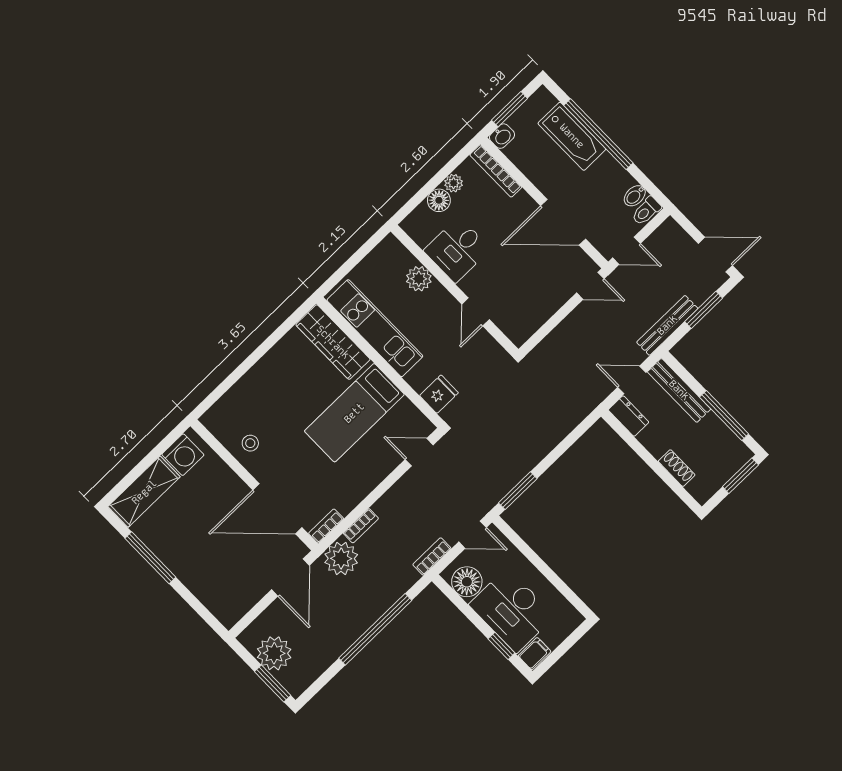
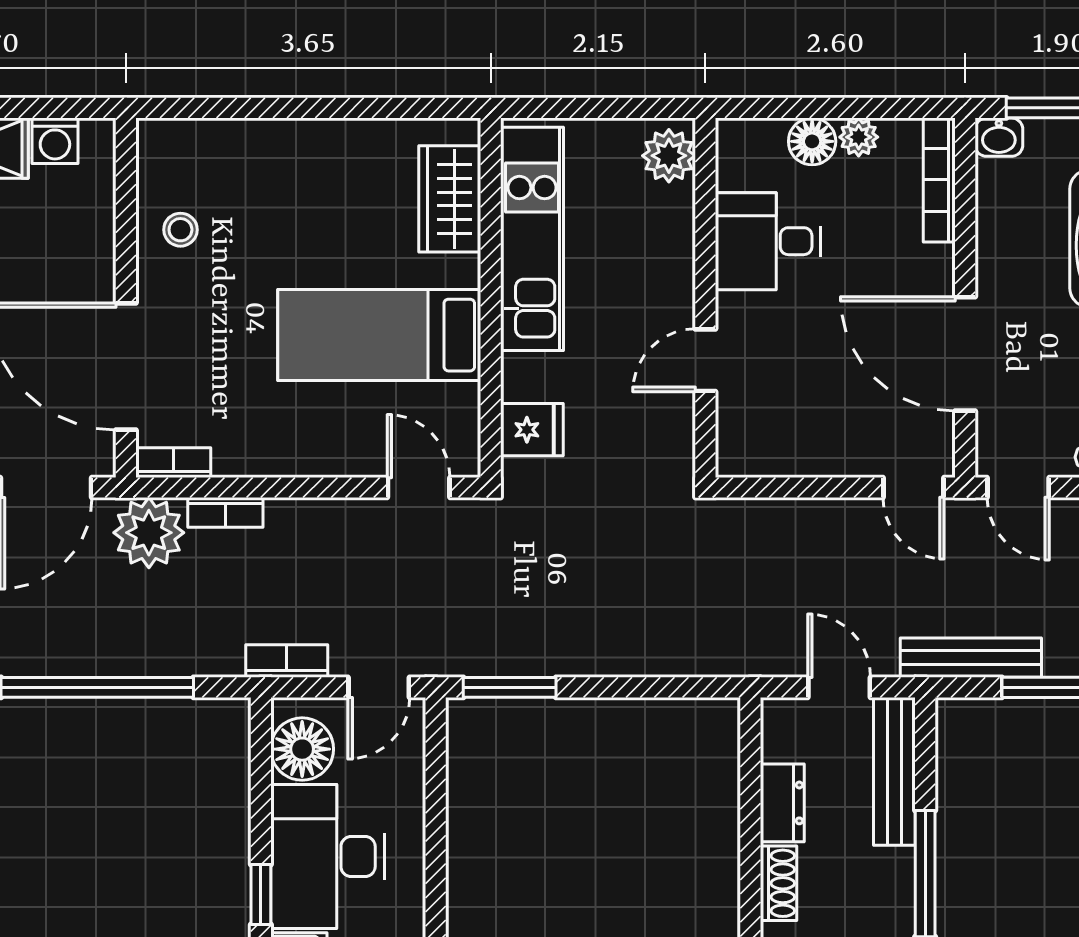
plant: (419, 279) -> (669, 156), moved
wardrobe: (333, 342) -> (450, 199), width x0.67
dresser: (629, 416) -> (782, 803), moved
washing machine: (183, 455) -> (55, 141), width x0.73, depth x0.73
door: (473, 535) -> (379, 687), hinge flipped

